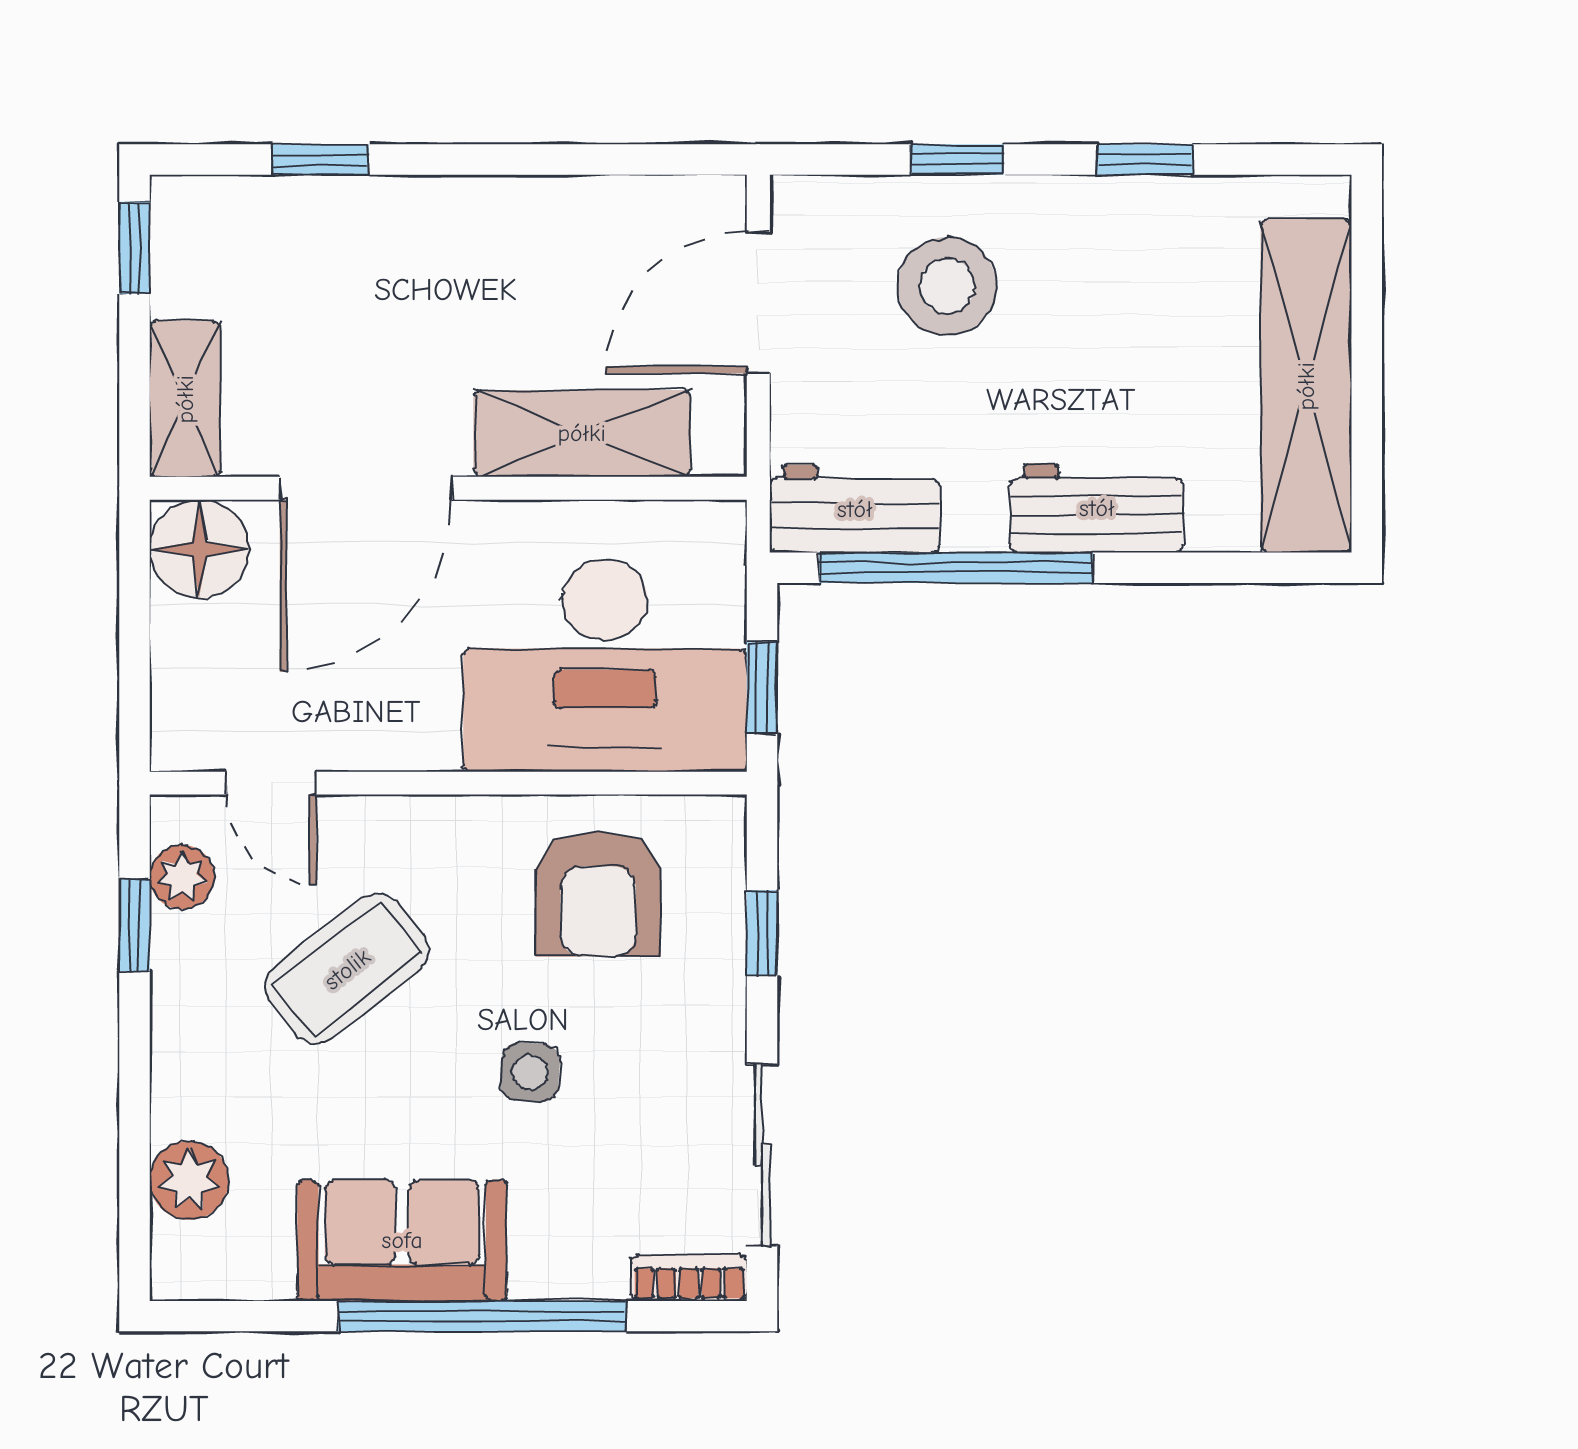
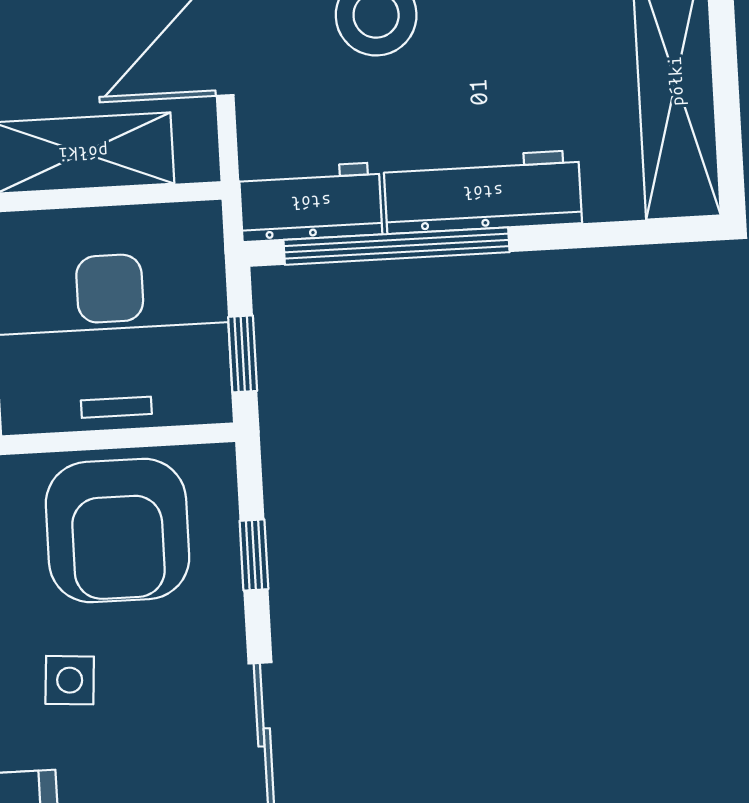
workbench: (1097, 508) -> (483, 192), width x1.38
armchair: (598, 894) -> (118, 531), width x1.36, depth x1.36

